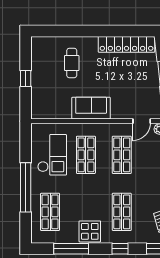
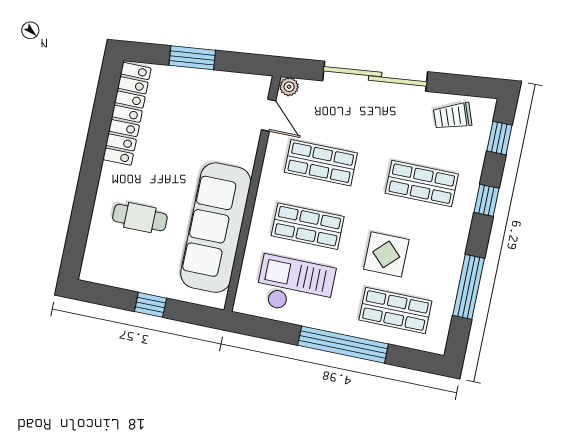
sofa: (91, 108) -> (216, 228), width x1.85, depth x1.27
display table: (90, 231) -> (386, 254), moved

